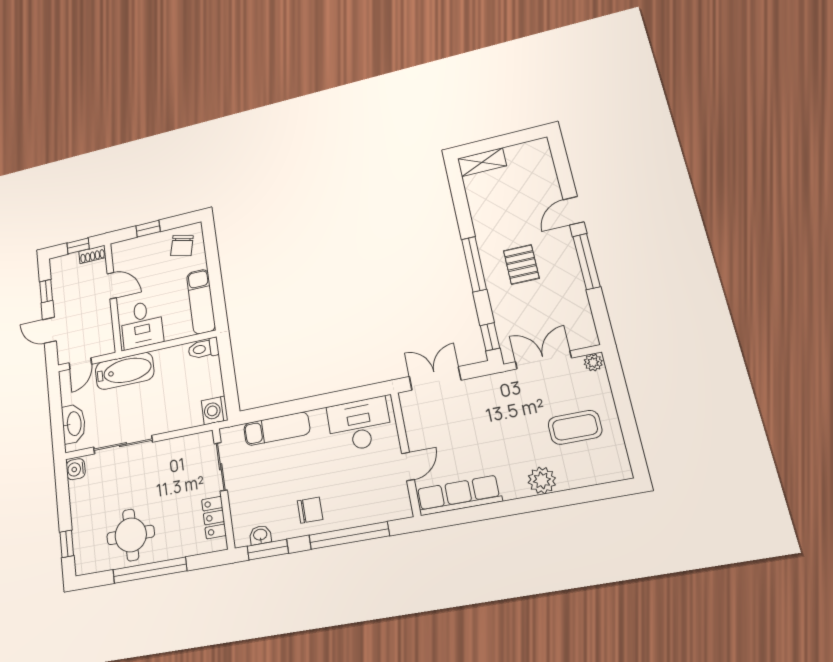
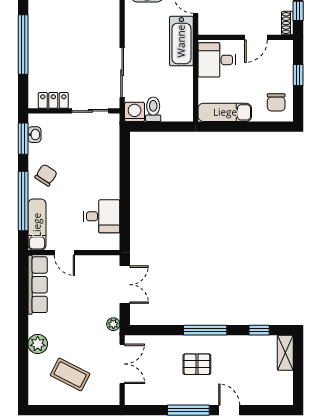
chair: (182, 246) -> (276, 102), turned -104
window: (490, 337) -> (259, 330), moved
toilet: (203, 349) -> (153, 109), moved
plant: (593, 362) -> (113, 324), moved
desk: (359, 424) -> (102, 216), width x0.73
coffee table: (575, 427) -> (70, 374), turned -63
exam couch: (277, 429) -> (37, 225), moved, turned 180
sliding door: (123, 445) -> (122, 73), moved
chair: (310, 510) -> (46, 175), turned -147
round table: (131, 535) -> (52, 32), removed

